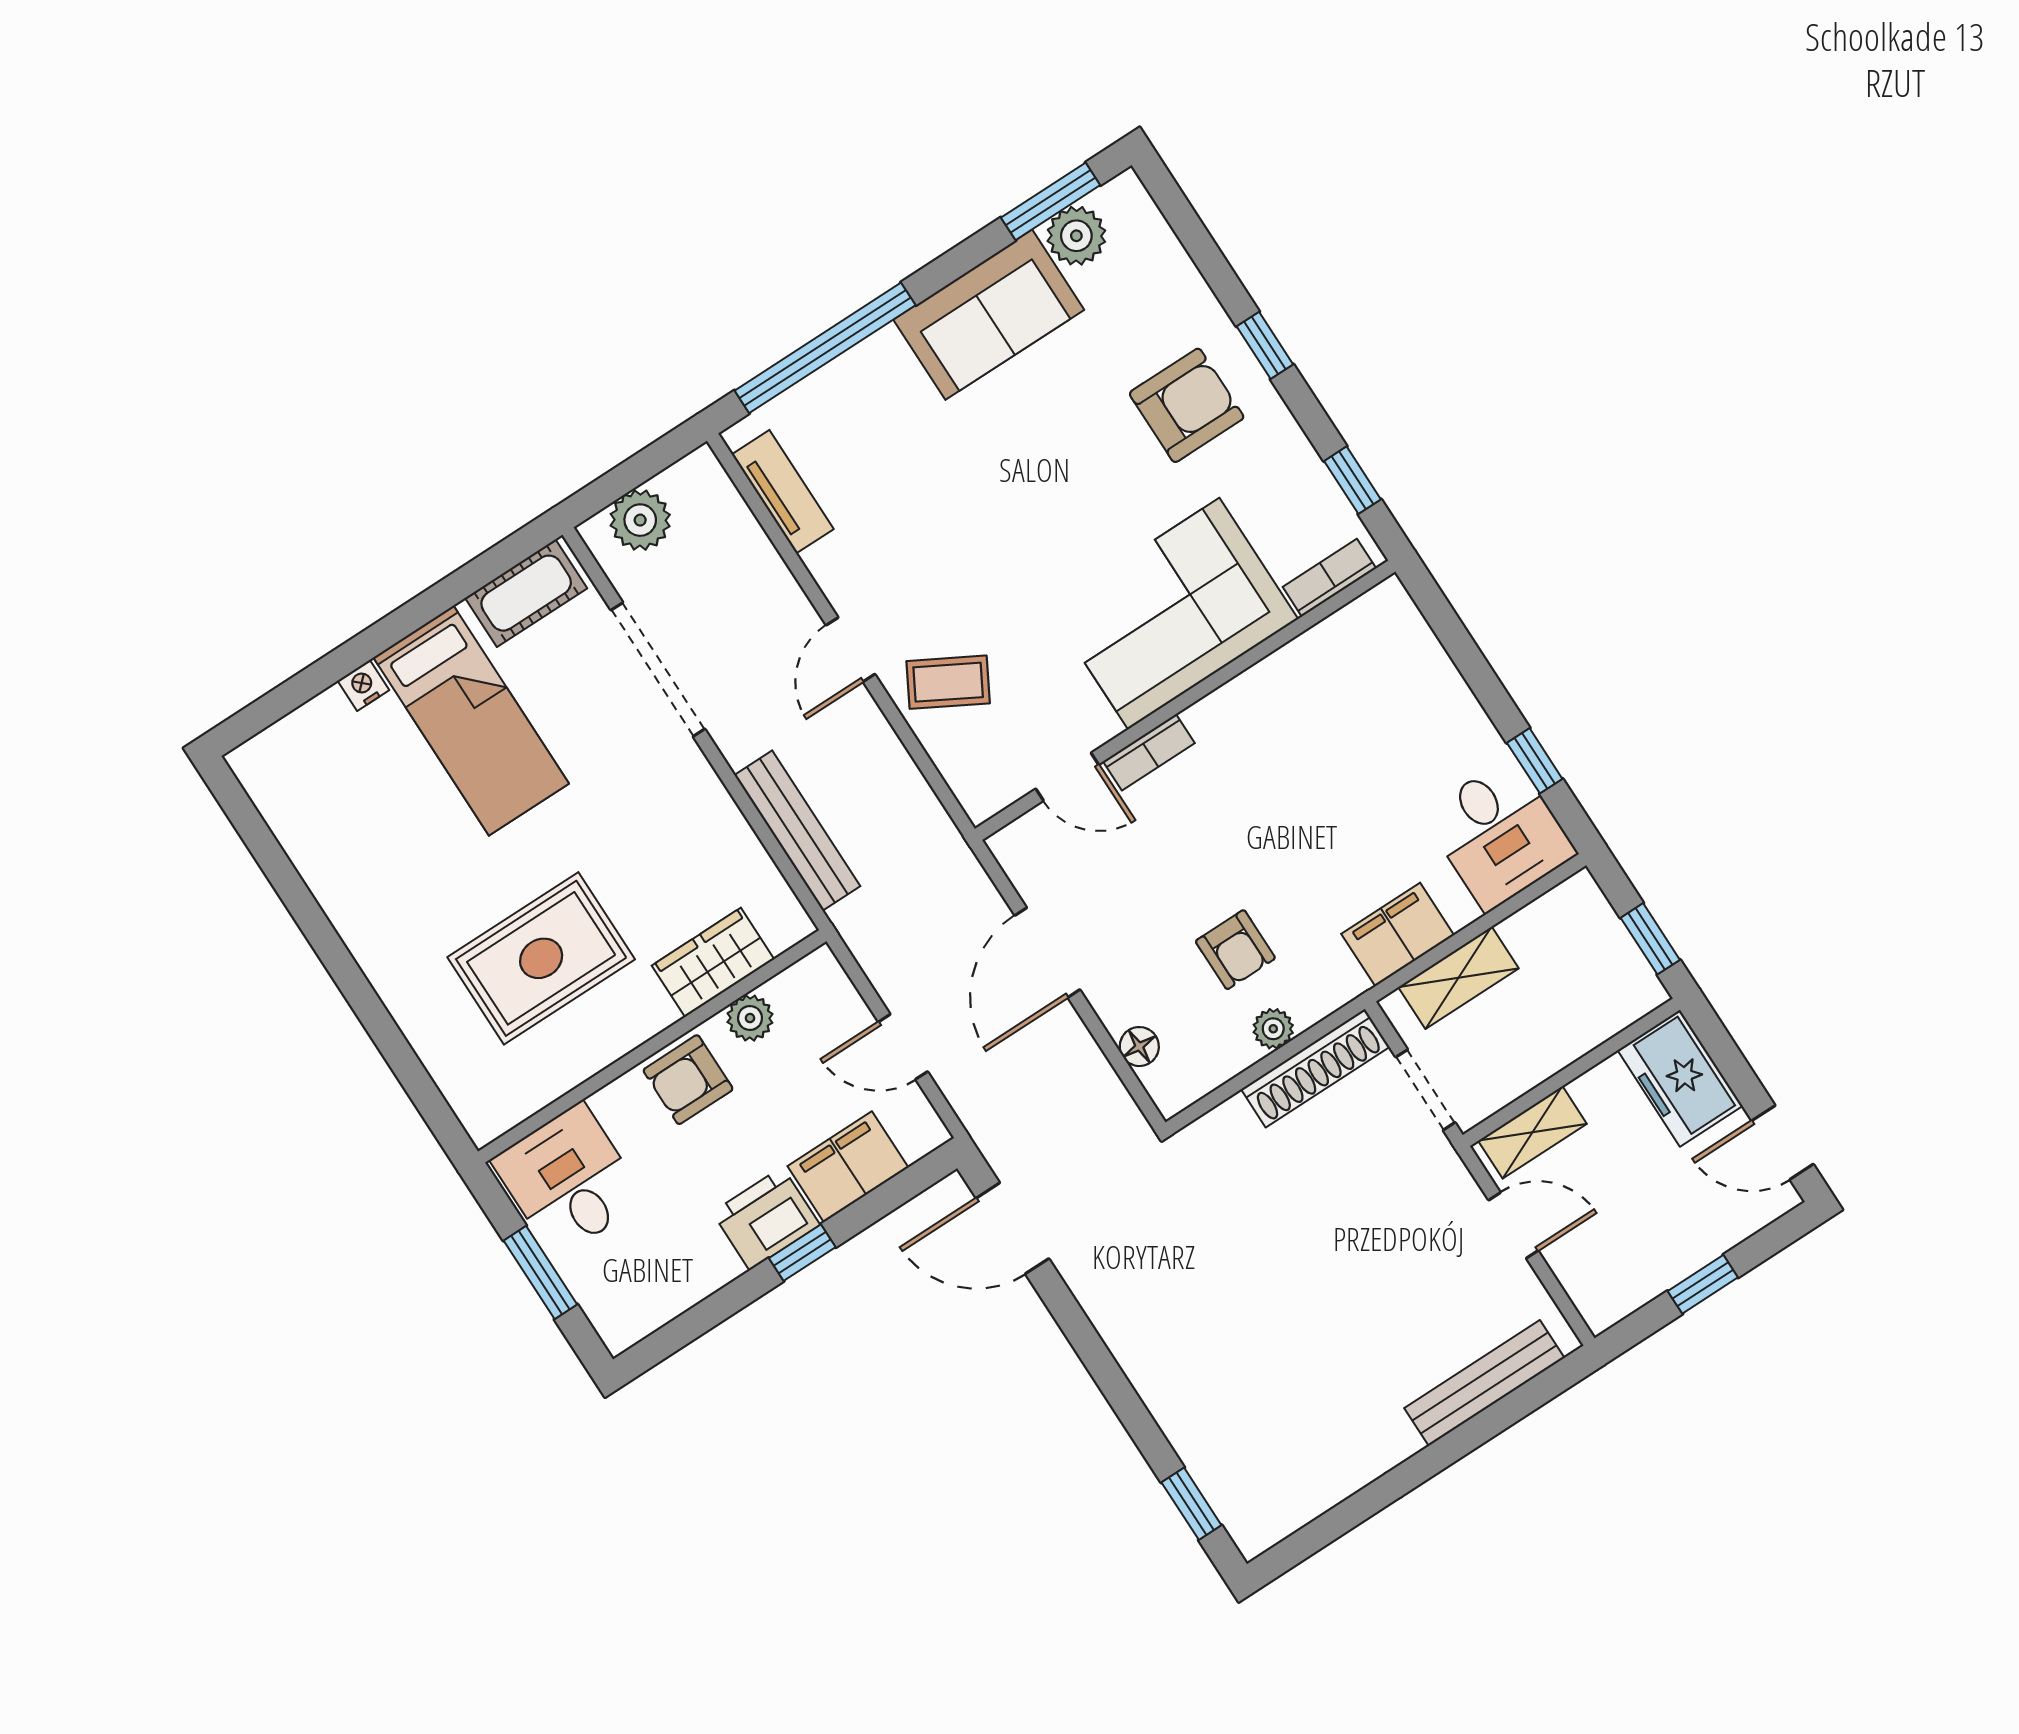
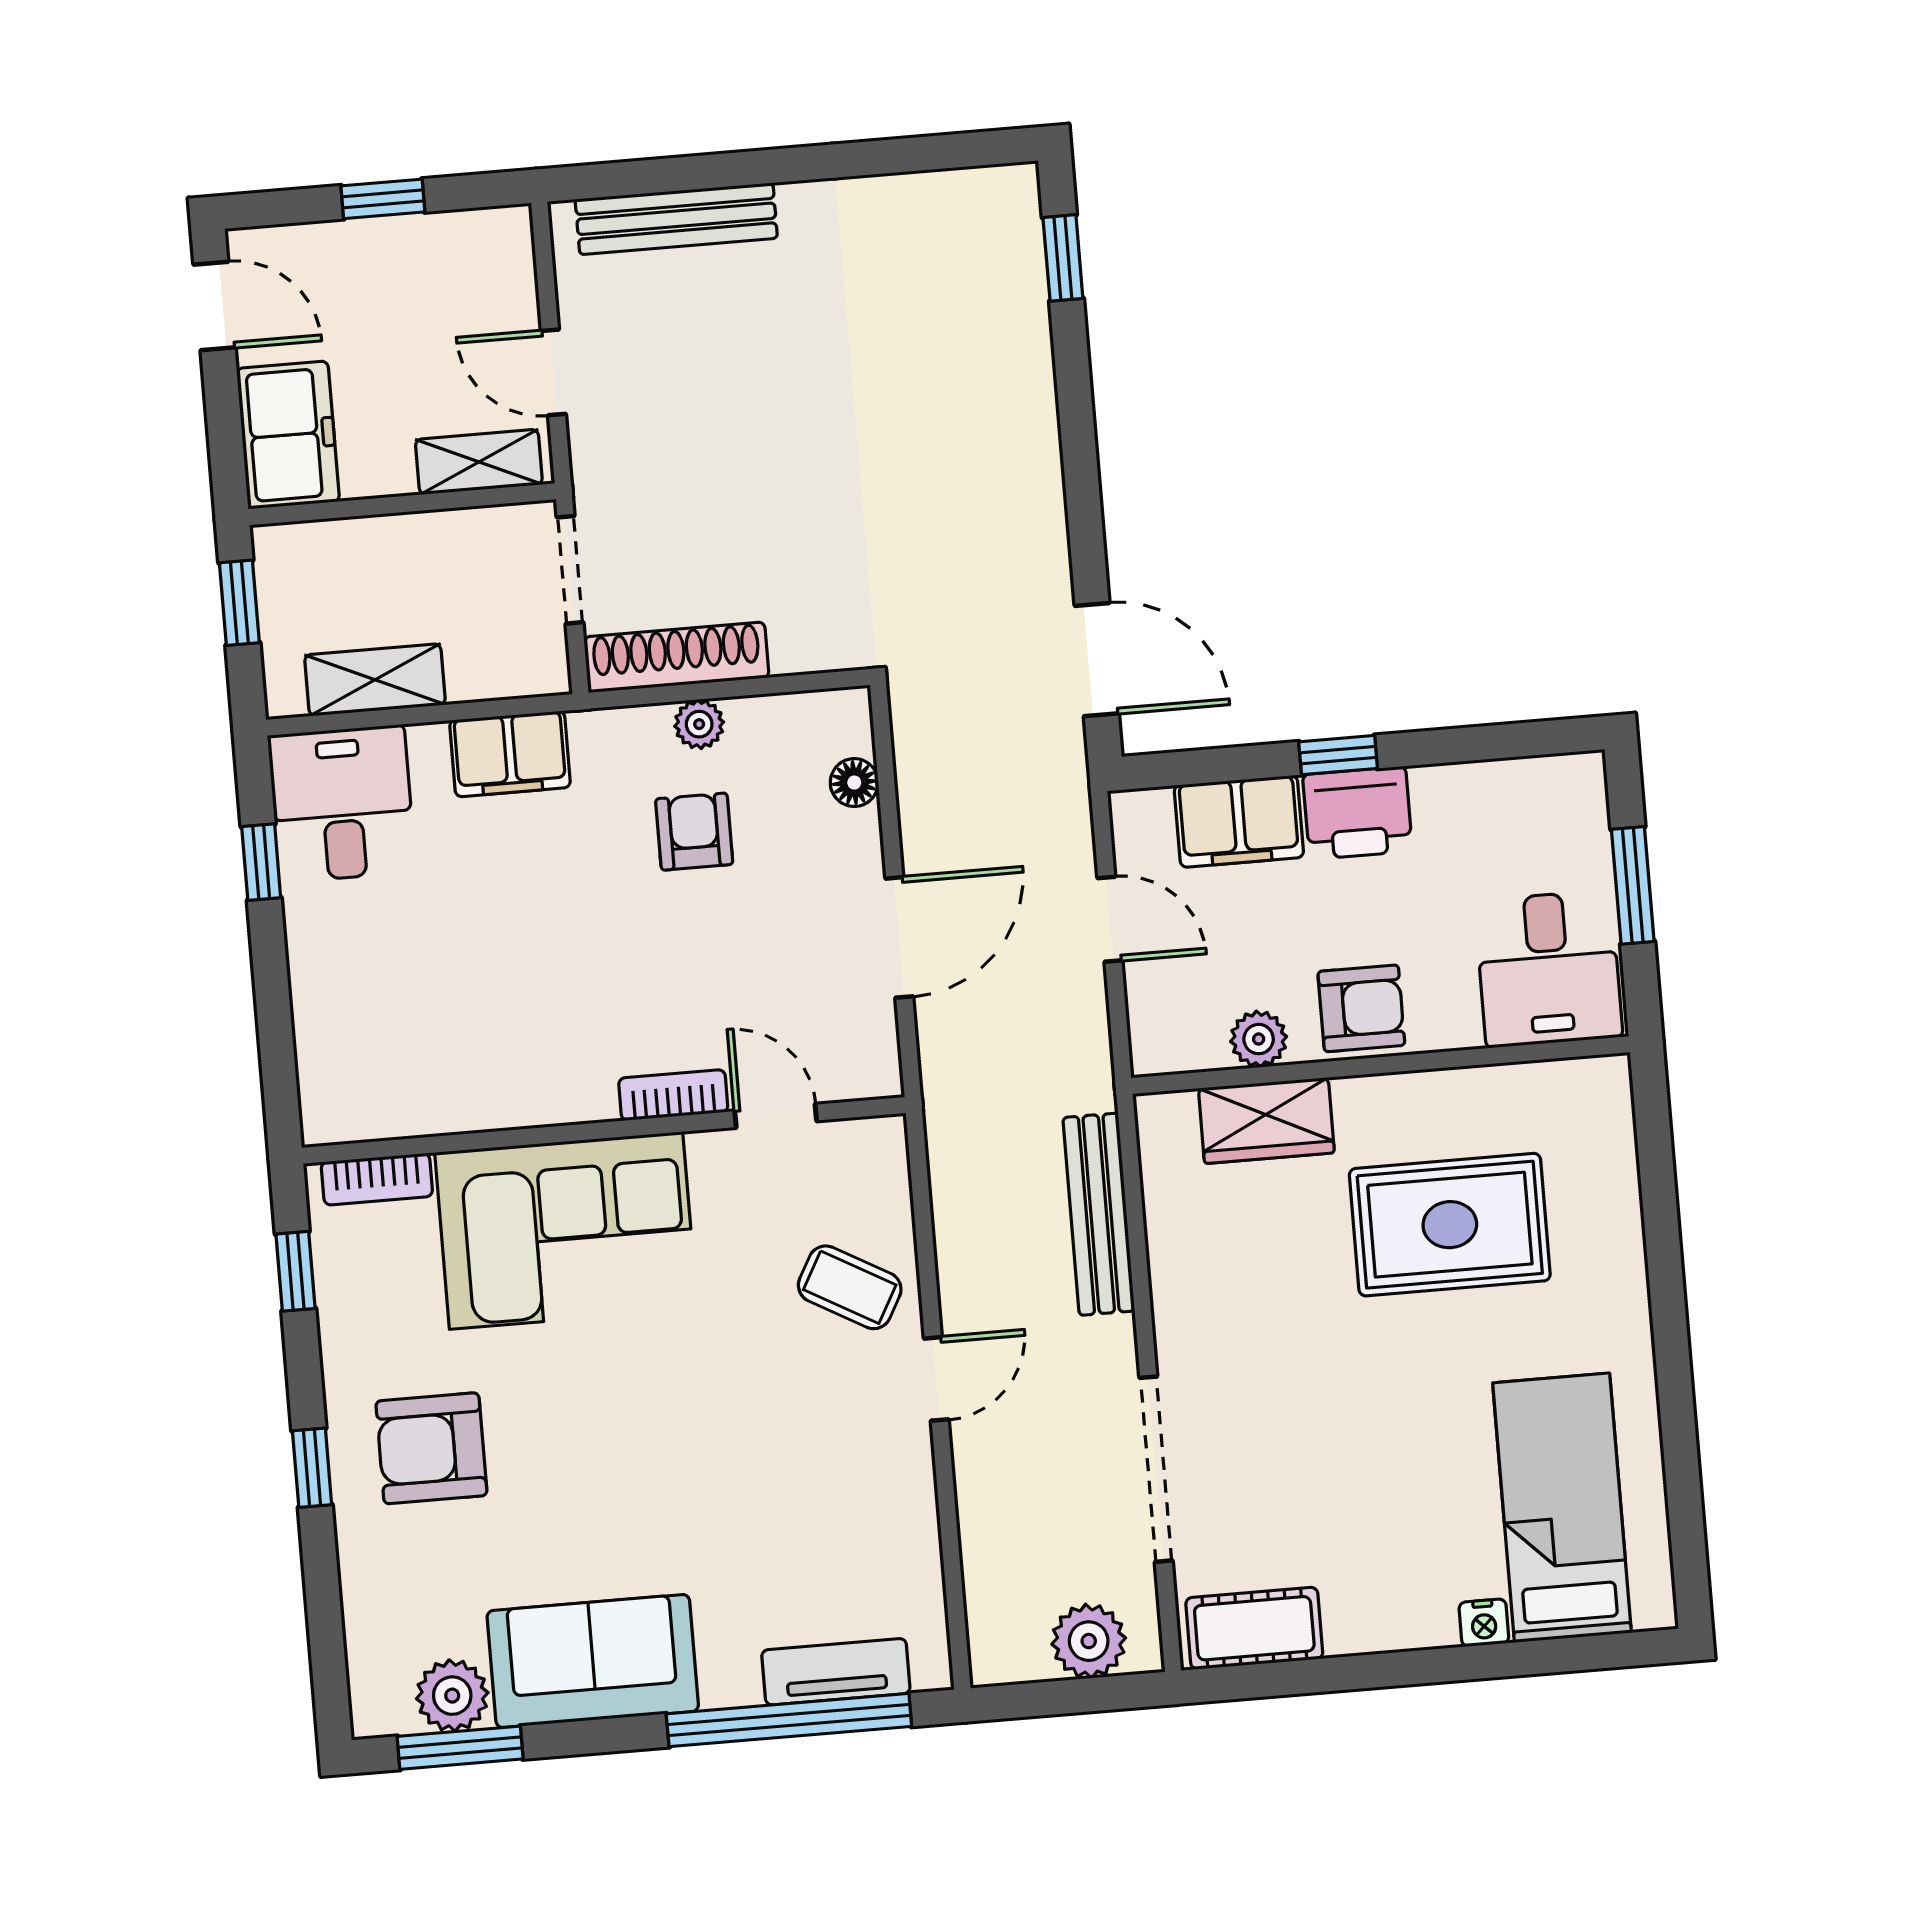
tv unit: (783, 492) -> (836, 1672), moved, turned 90
bed: (471, 720) -> (1562, 1508), moved
shelving: (1458, 978) -> (375, 680), moved

